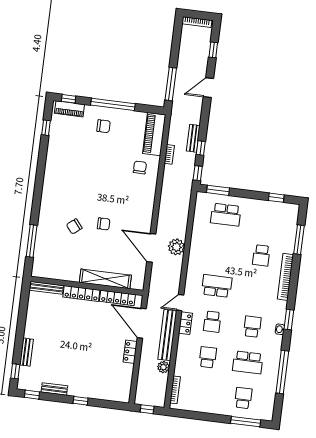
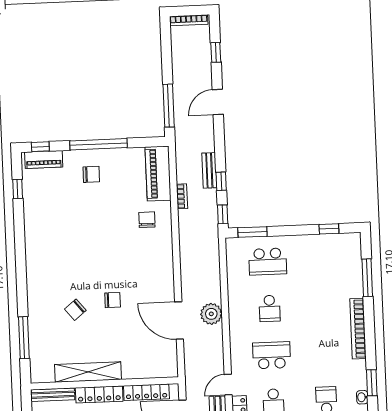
school desk: (261, 255) -> (270, 308), moved
shelving: (105, 279) -> (88, 372), moved

